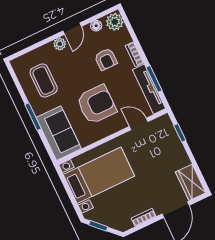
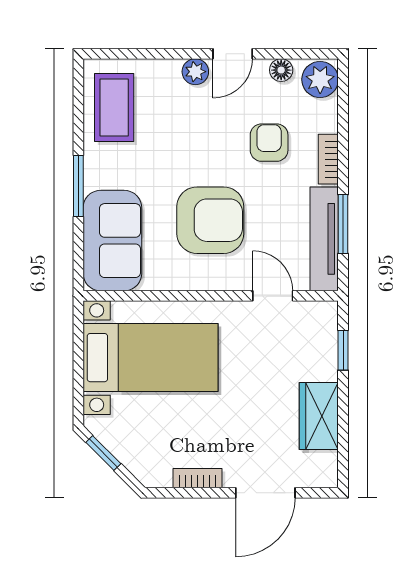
armchair: (106, 59) -> (269, 143), turned 180
coffee table: (44, 81) -> (114, 107), moved
wardrobe: (191, 182) -> (319, 416), moved

